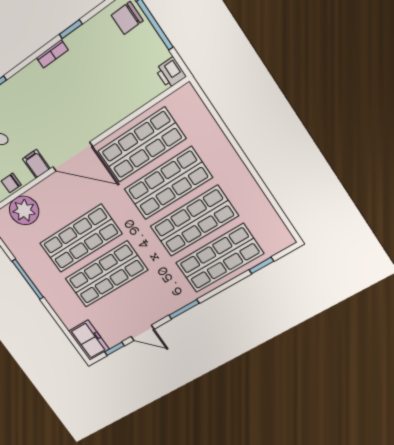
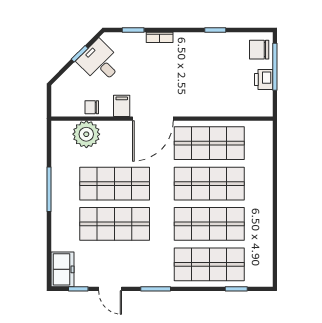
bookcase: (52, 54) -> (160, 37), moved
printer: (171, 73) -> (264, 79), moved
door: (73, 157) -> (153, 119), hinge flipped

